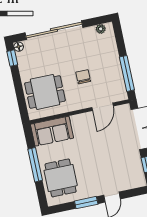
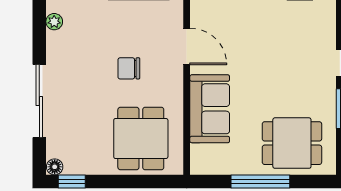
sliding door: (54, 30) -> (39, 101), width x0.73
sofa: (52, 131) -> (210, 109), moved

